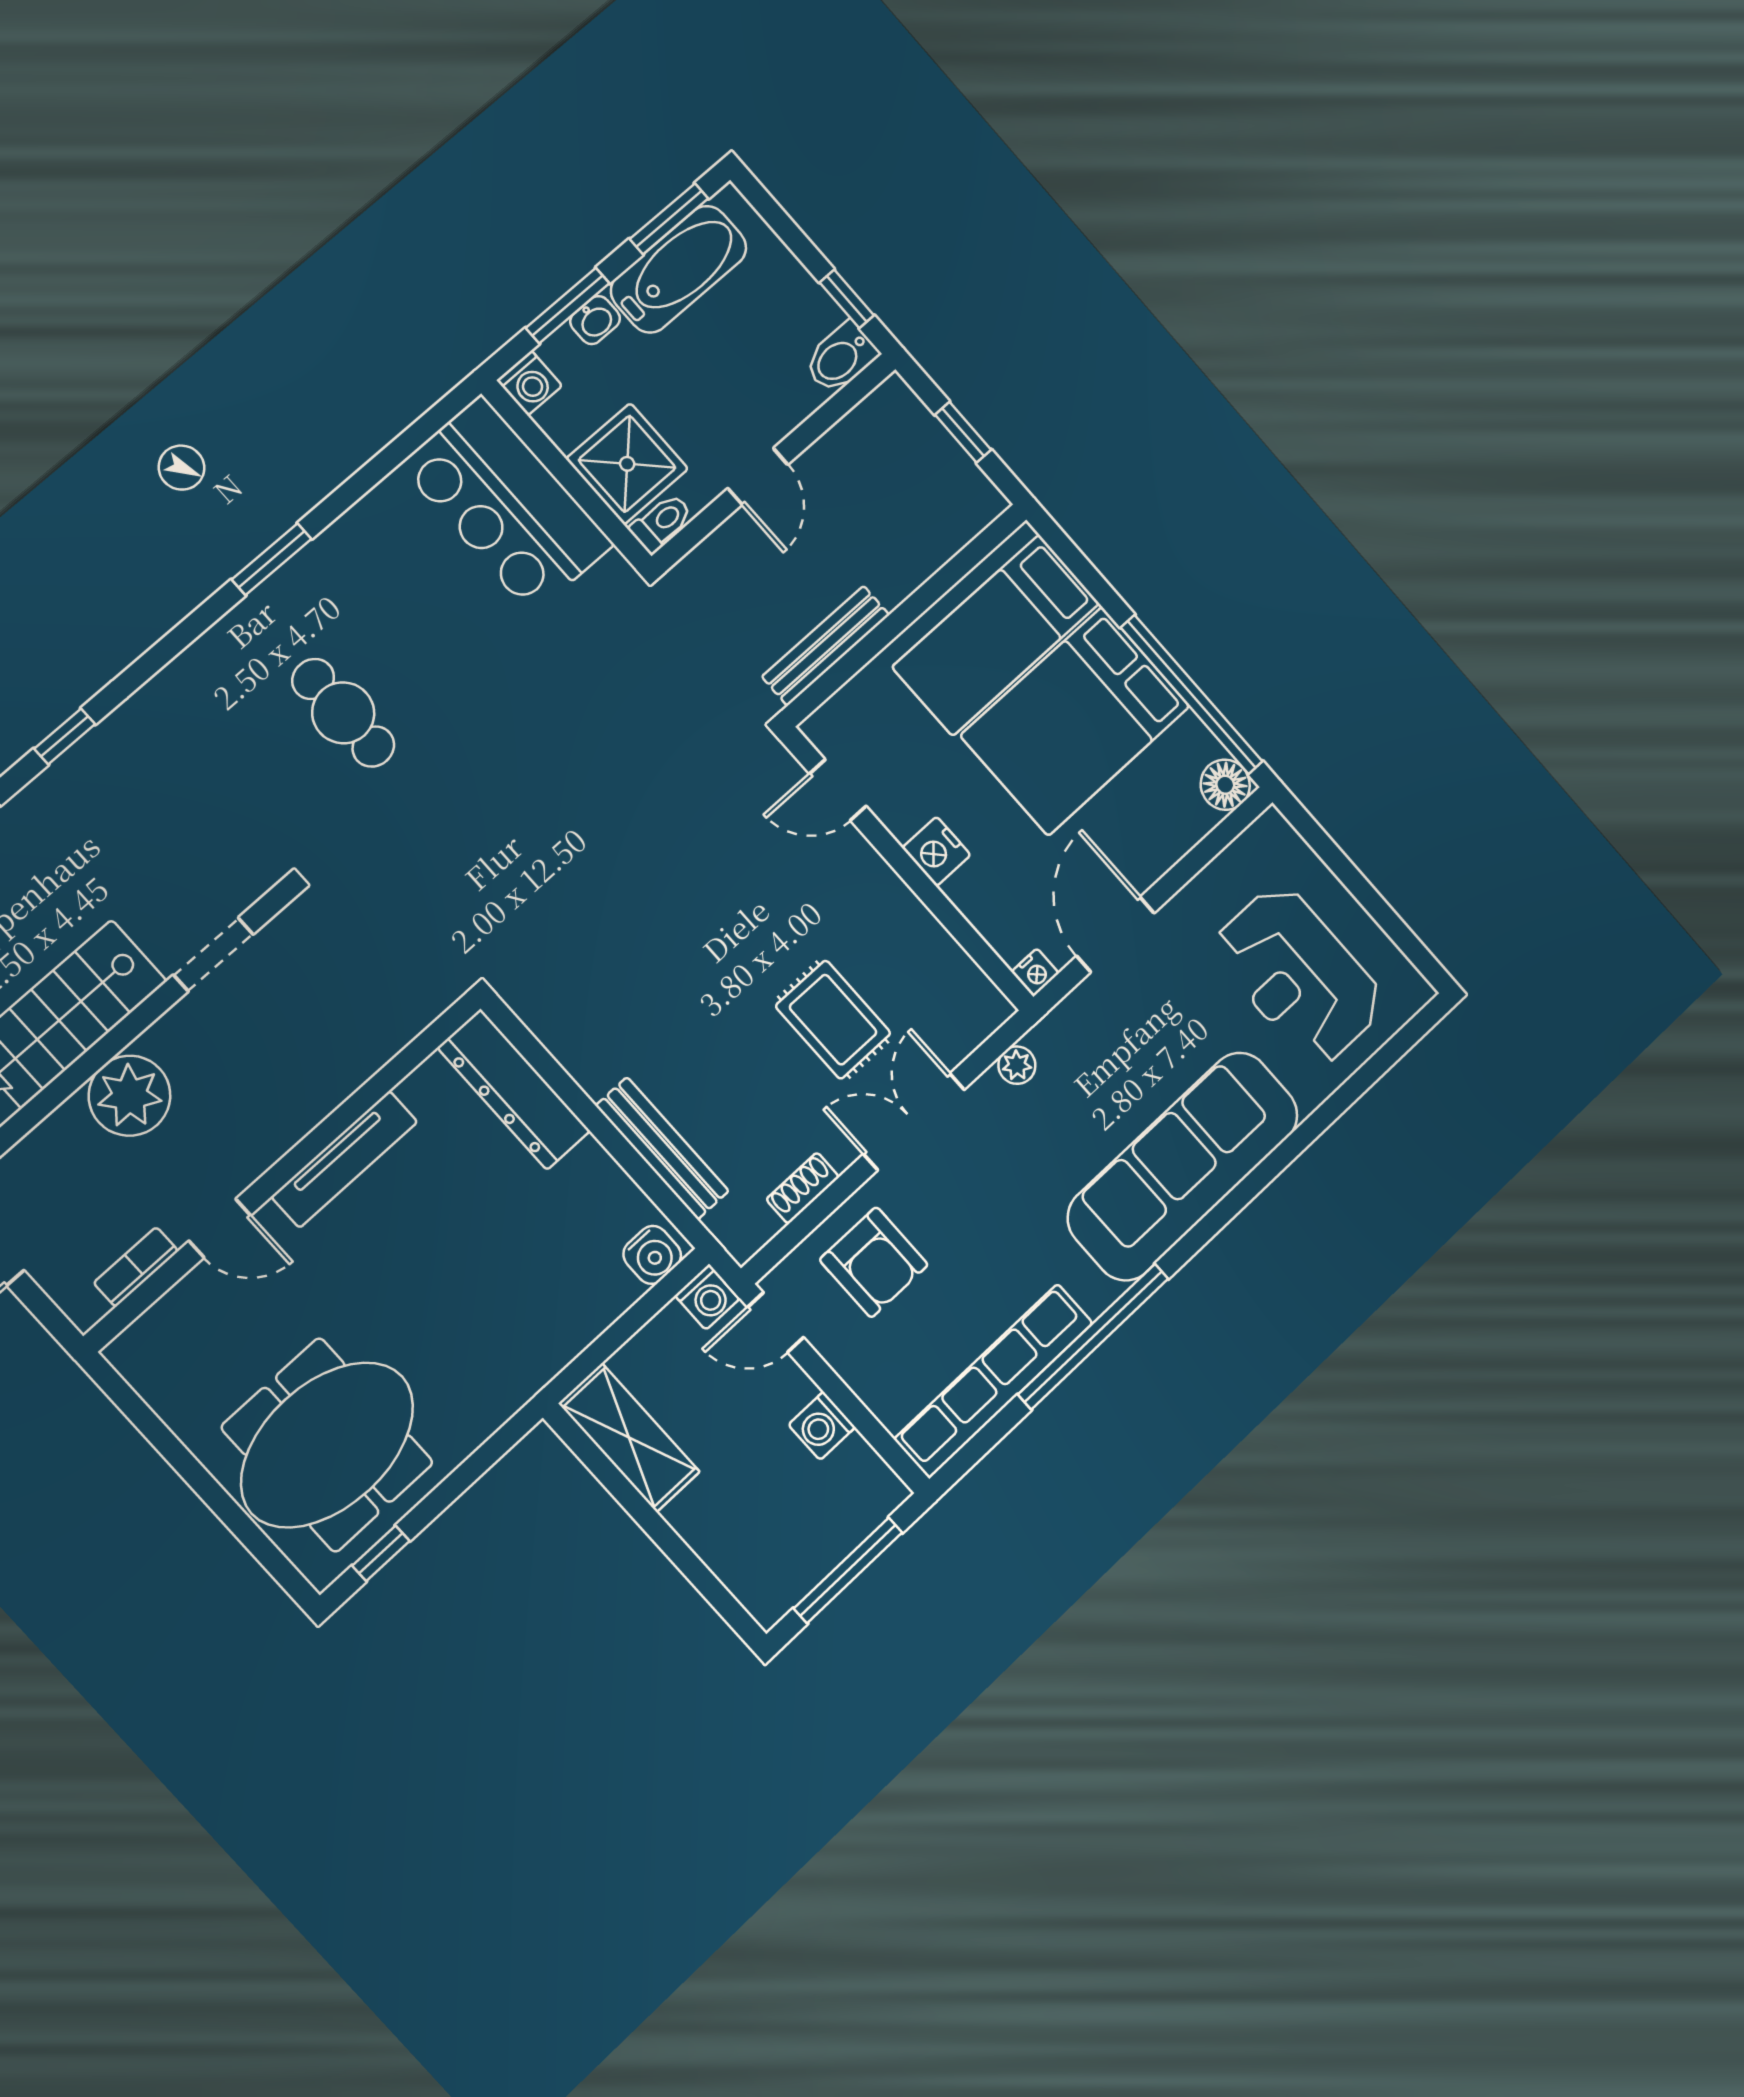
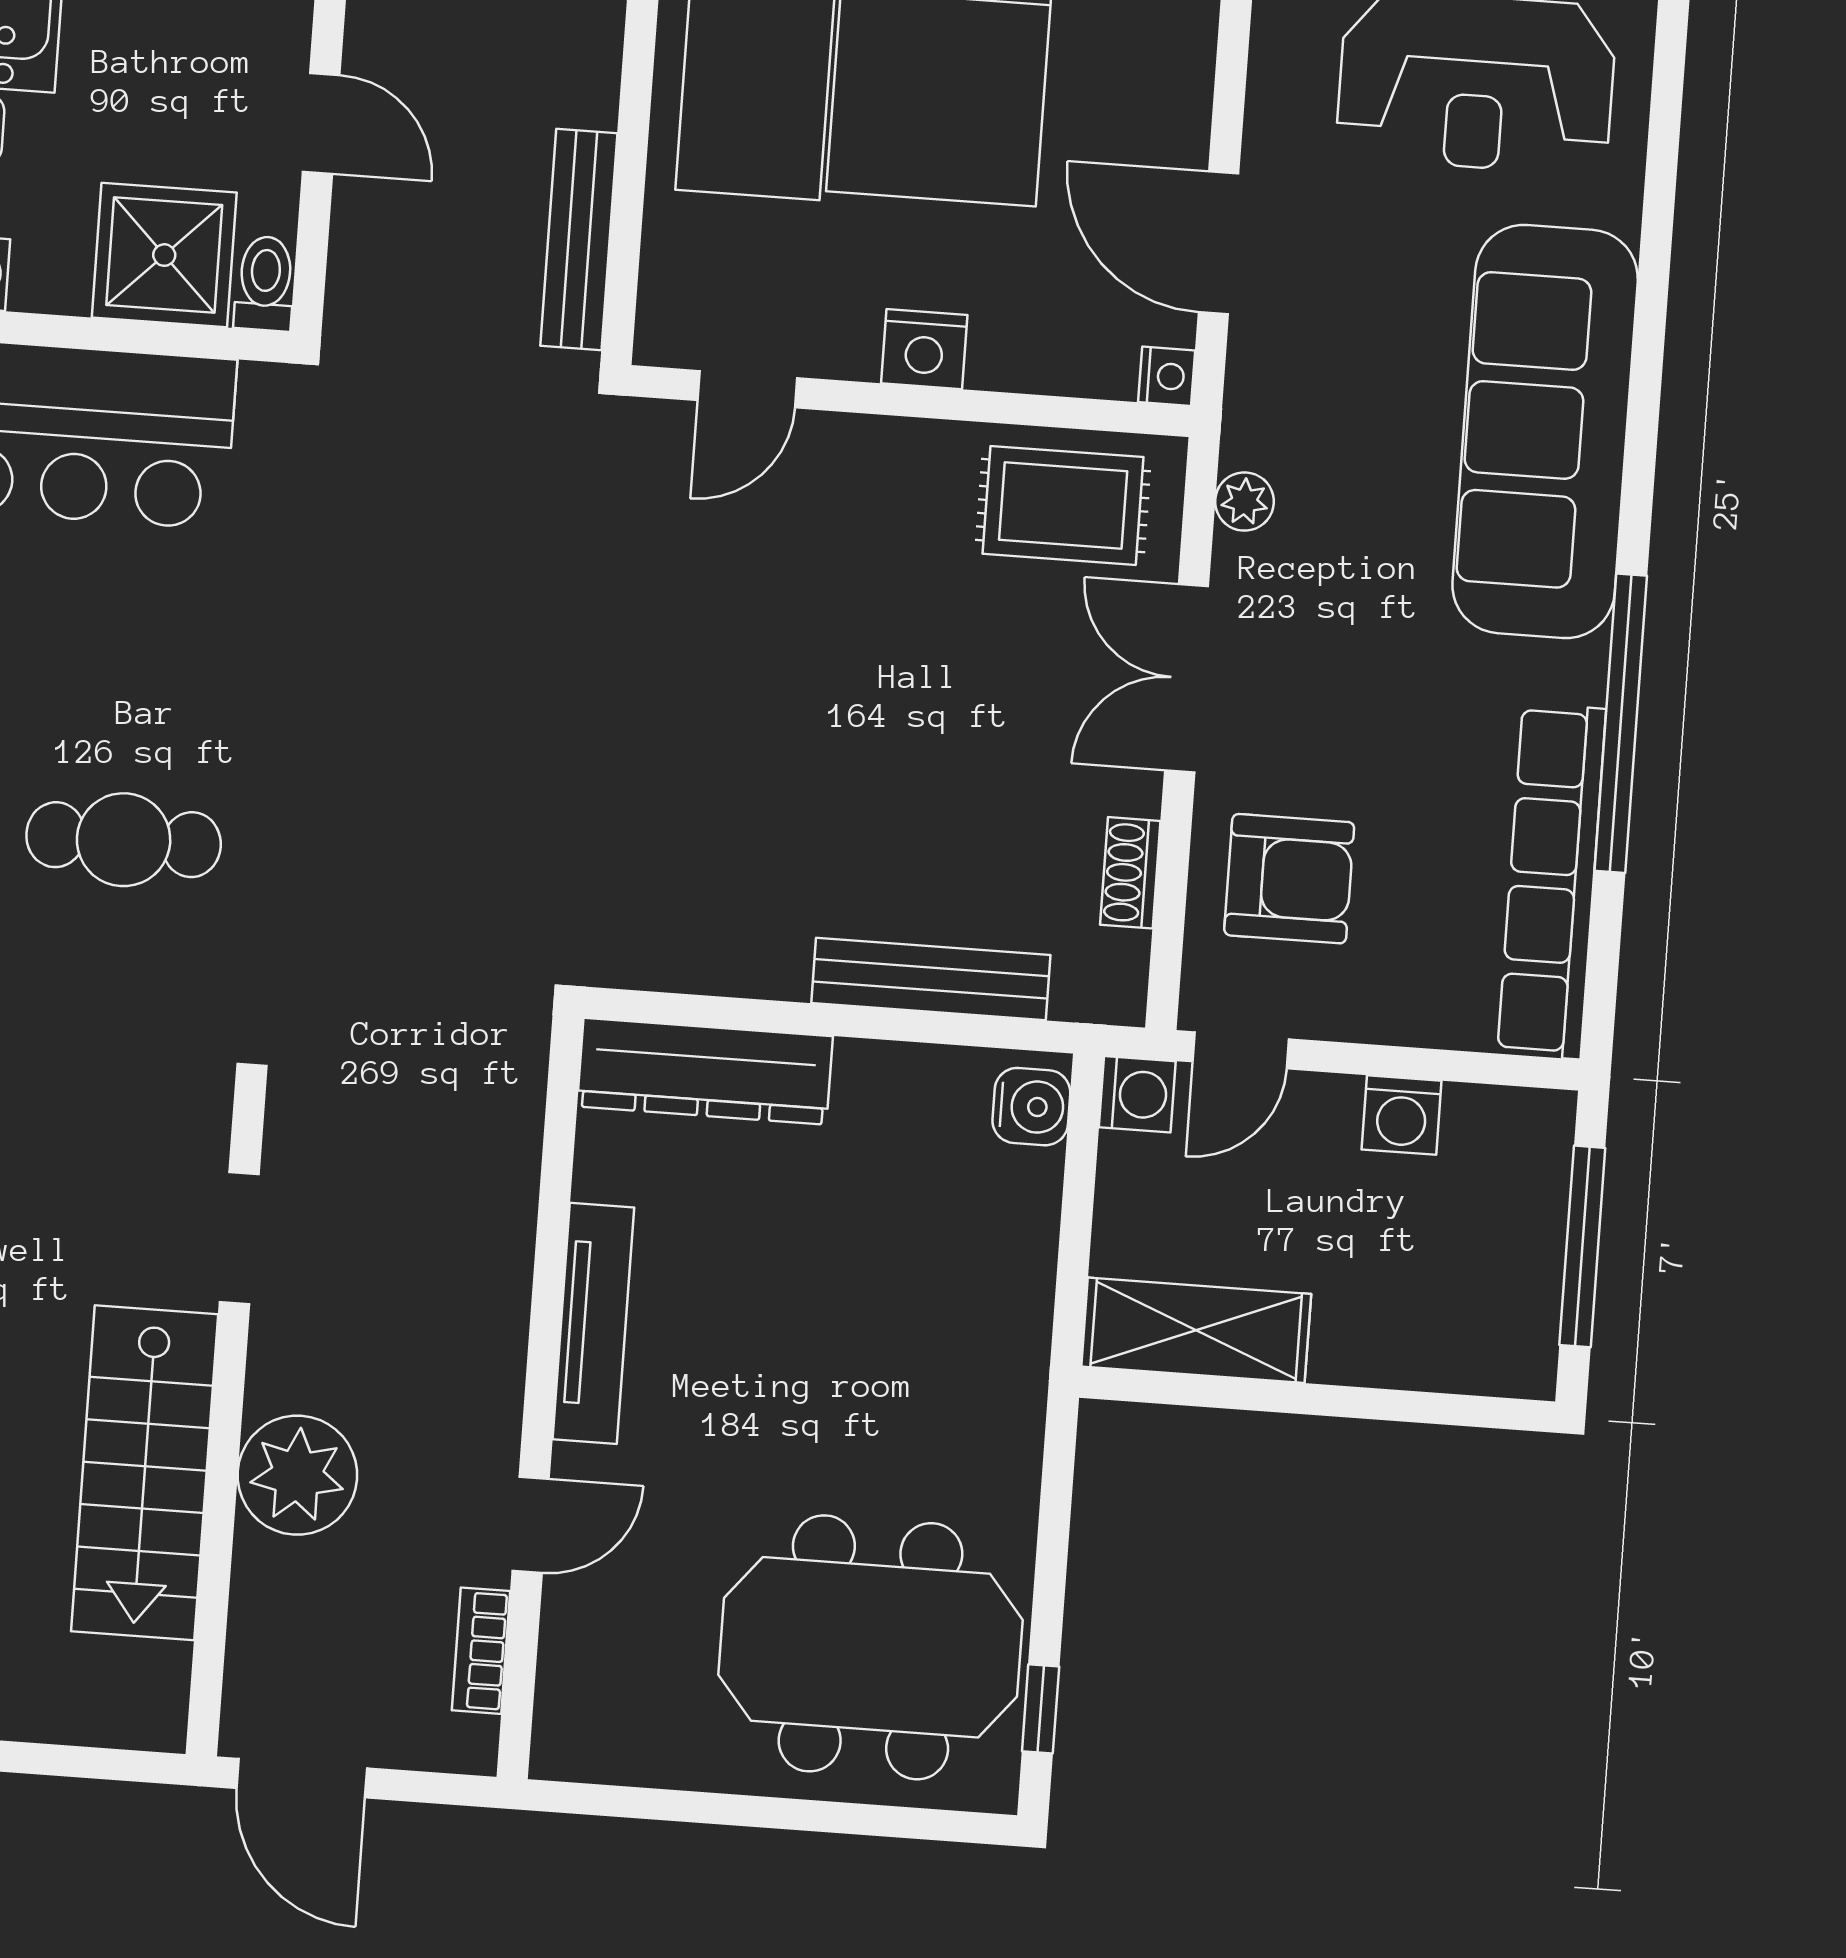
rug: (833, 1020) -> (1063, 505), moved
meeting table: (327, 1445) -> (870, 1647), turned 90

